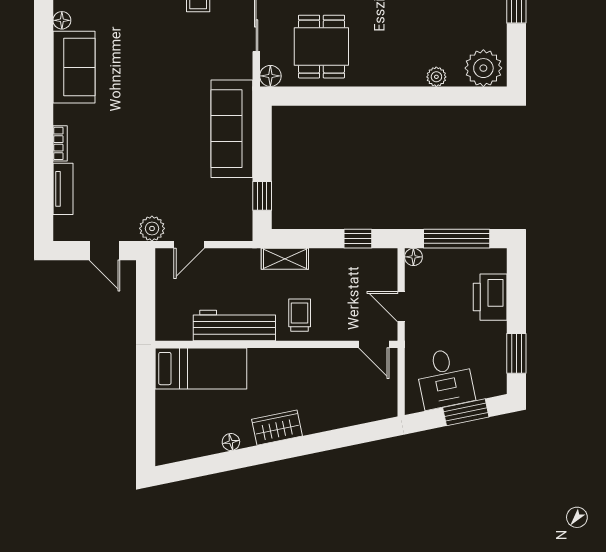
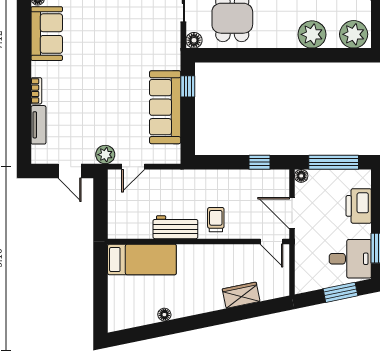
plant: (436, 77) -> (312, 34), width x1.88, depth x1.88
sofa: (232, 129) -> (165, 107), moved
window: (262, 196) -> (188, 86), moved
shelving: (285, 259) -> (205, 177), removed
door: (401, 307) -> (292, 213), width x1.38
workbench: (234, 325) -> (175, 227), width x0.73
desk: (445, 378) -> (350, 259), moved, turned -78
wardrobe: (277, 428) -> (241, 295), moved

